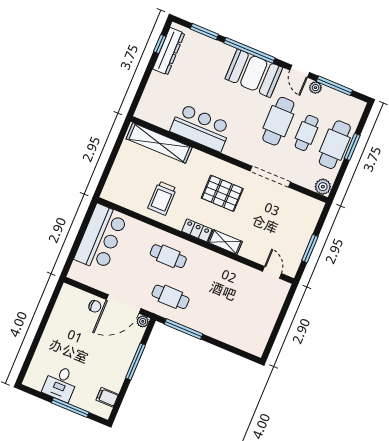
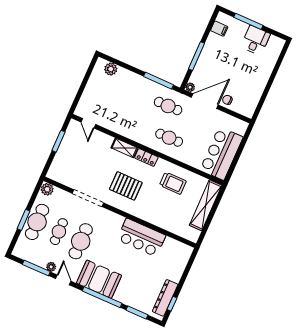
shelving: (159, 143) -> (206, 205), moved, turned 90
trolley: (162, 198) -> (173, 183), turned 90
plant: (245, 342) -> (111, 69), added

